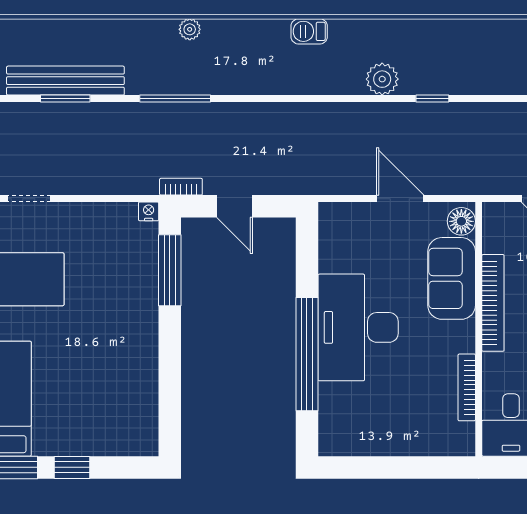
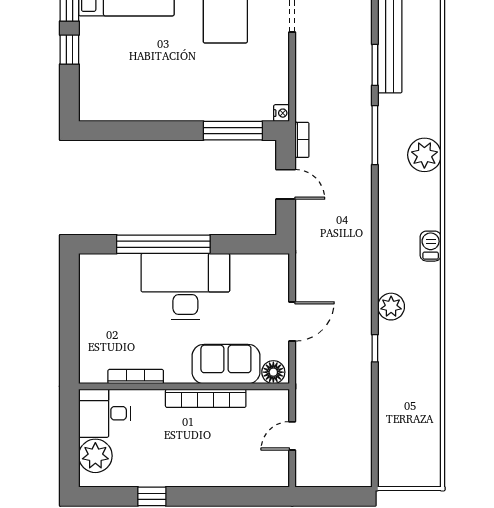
plant: (190, 29) -> (424, 155), width x1.88, depth x1.88
window: (65, 99) -> (375, 65), moved
door: (235, 206) -> (286, 184), swing flipped

